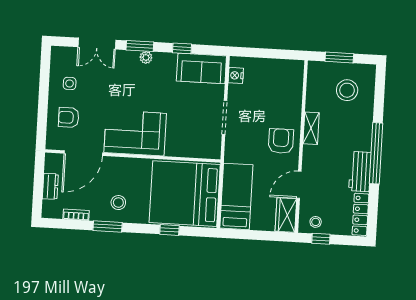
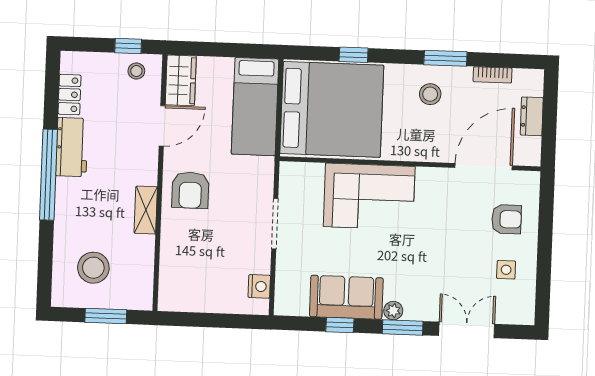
sofa: (201, 68) -> (346, 297), moved
corner sofa: (135, 133) -> (369, 197), moved
locker: (360, 214) -> (69, 95), width x0.66

